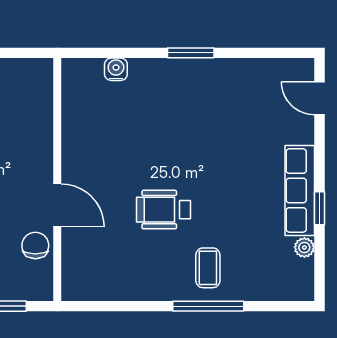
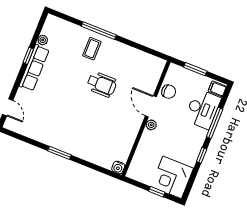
water cooler: (116, 69) -> (118, 167), moved
plant: (43, 172) -> (151, 125), added
chair: (35, 245) -> (169, 92), turned -90

